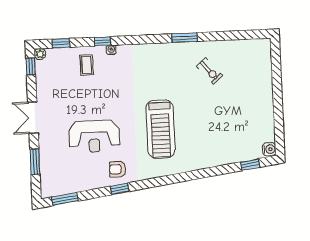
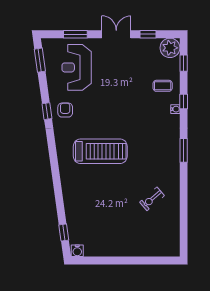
window: (185, 38) -> (184, 150), moved
plant: (40, 54) -> (170, 48), width x1.87, depth x1.87
window: (31, 66) -> (148, 34), moved
treadmill: (160, 129) -> (100, 151), turned 180
reception desk: (94, 136) -> (77, 67), moved

